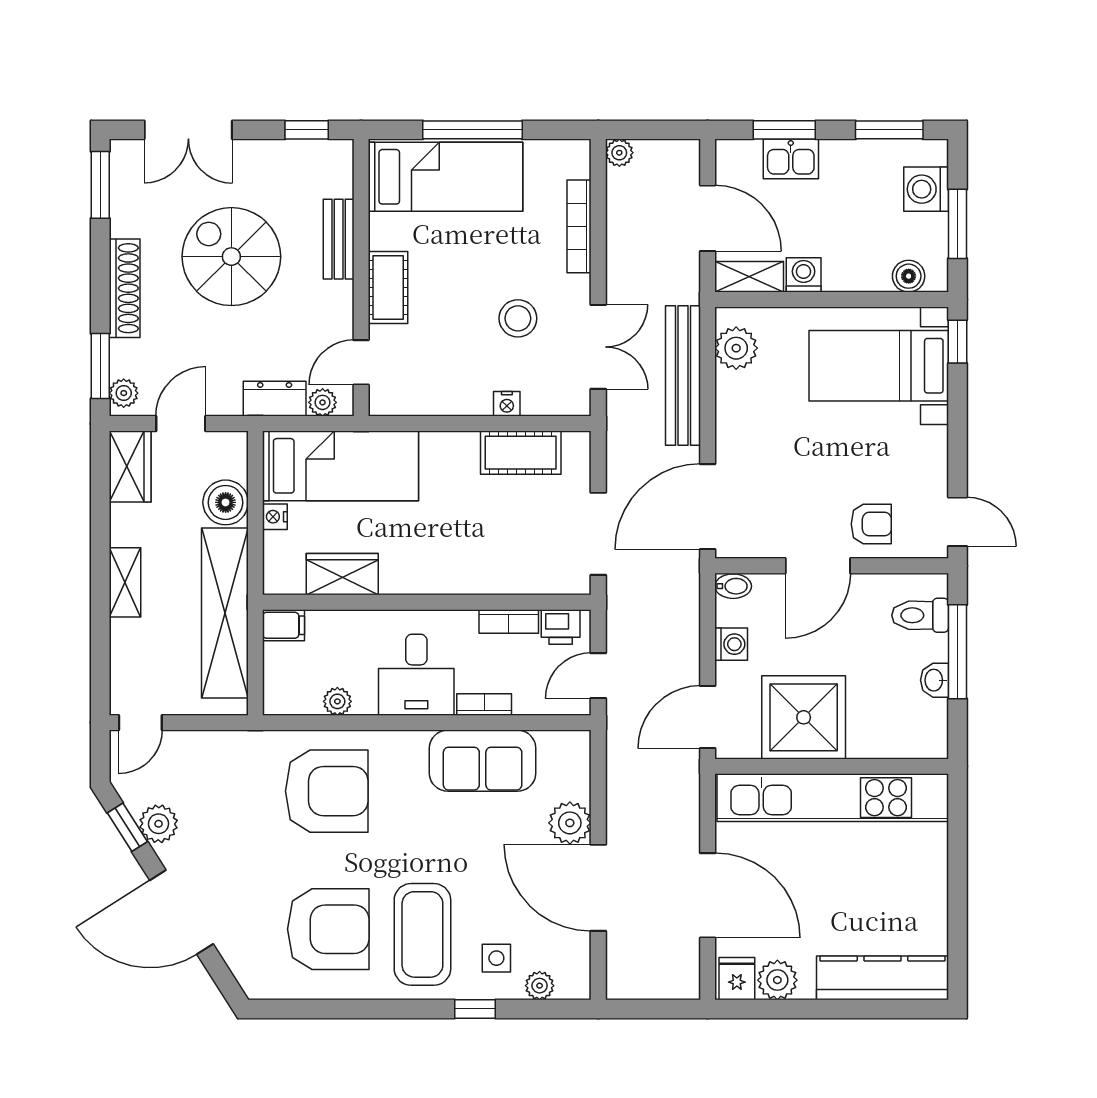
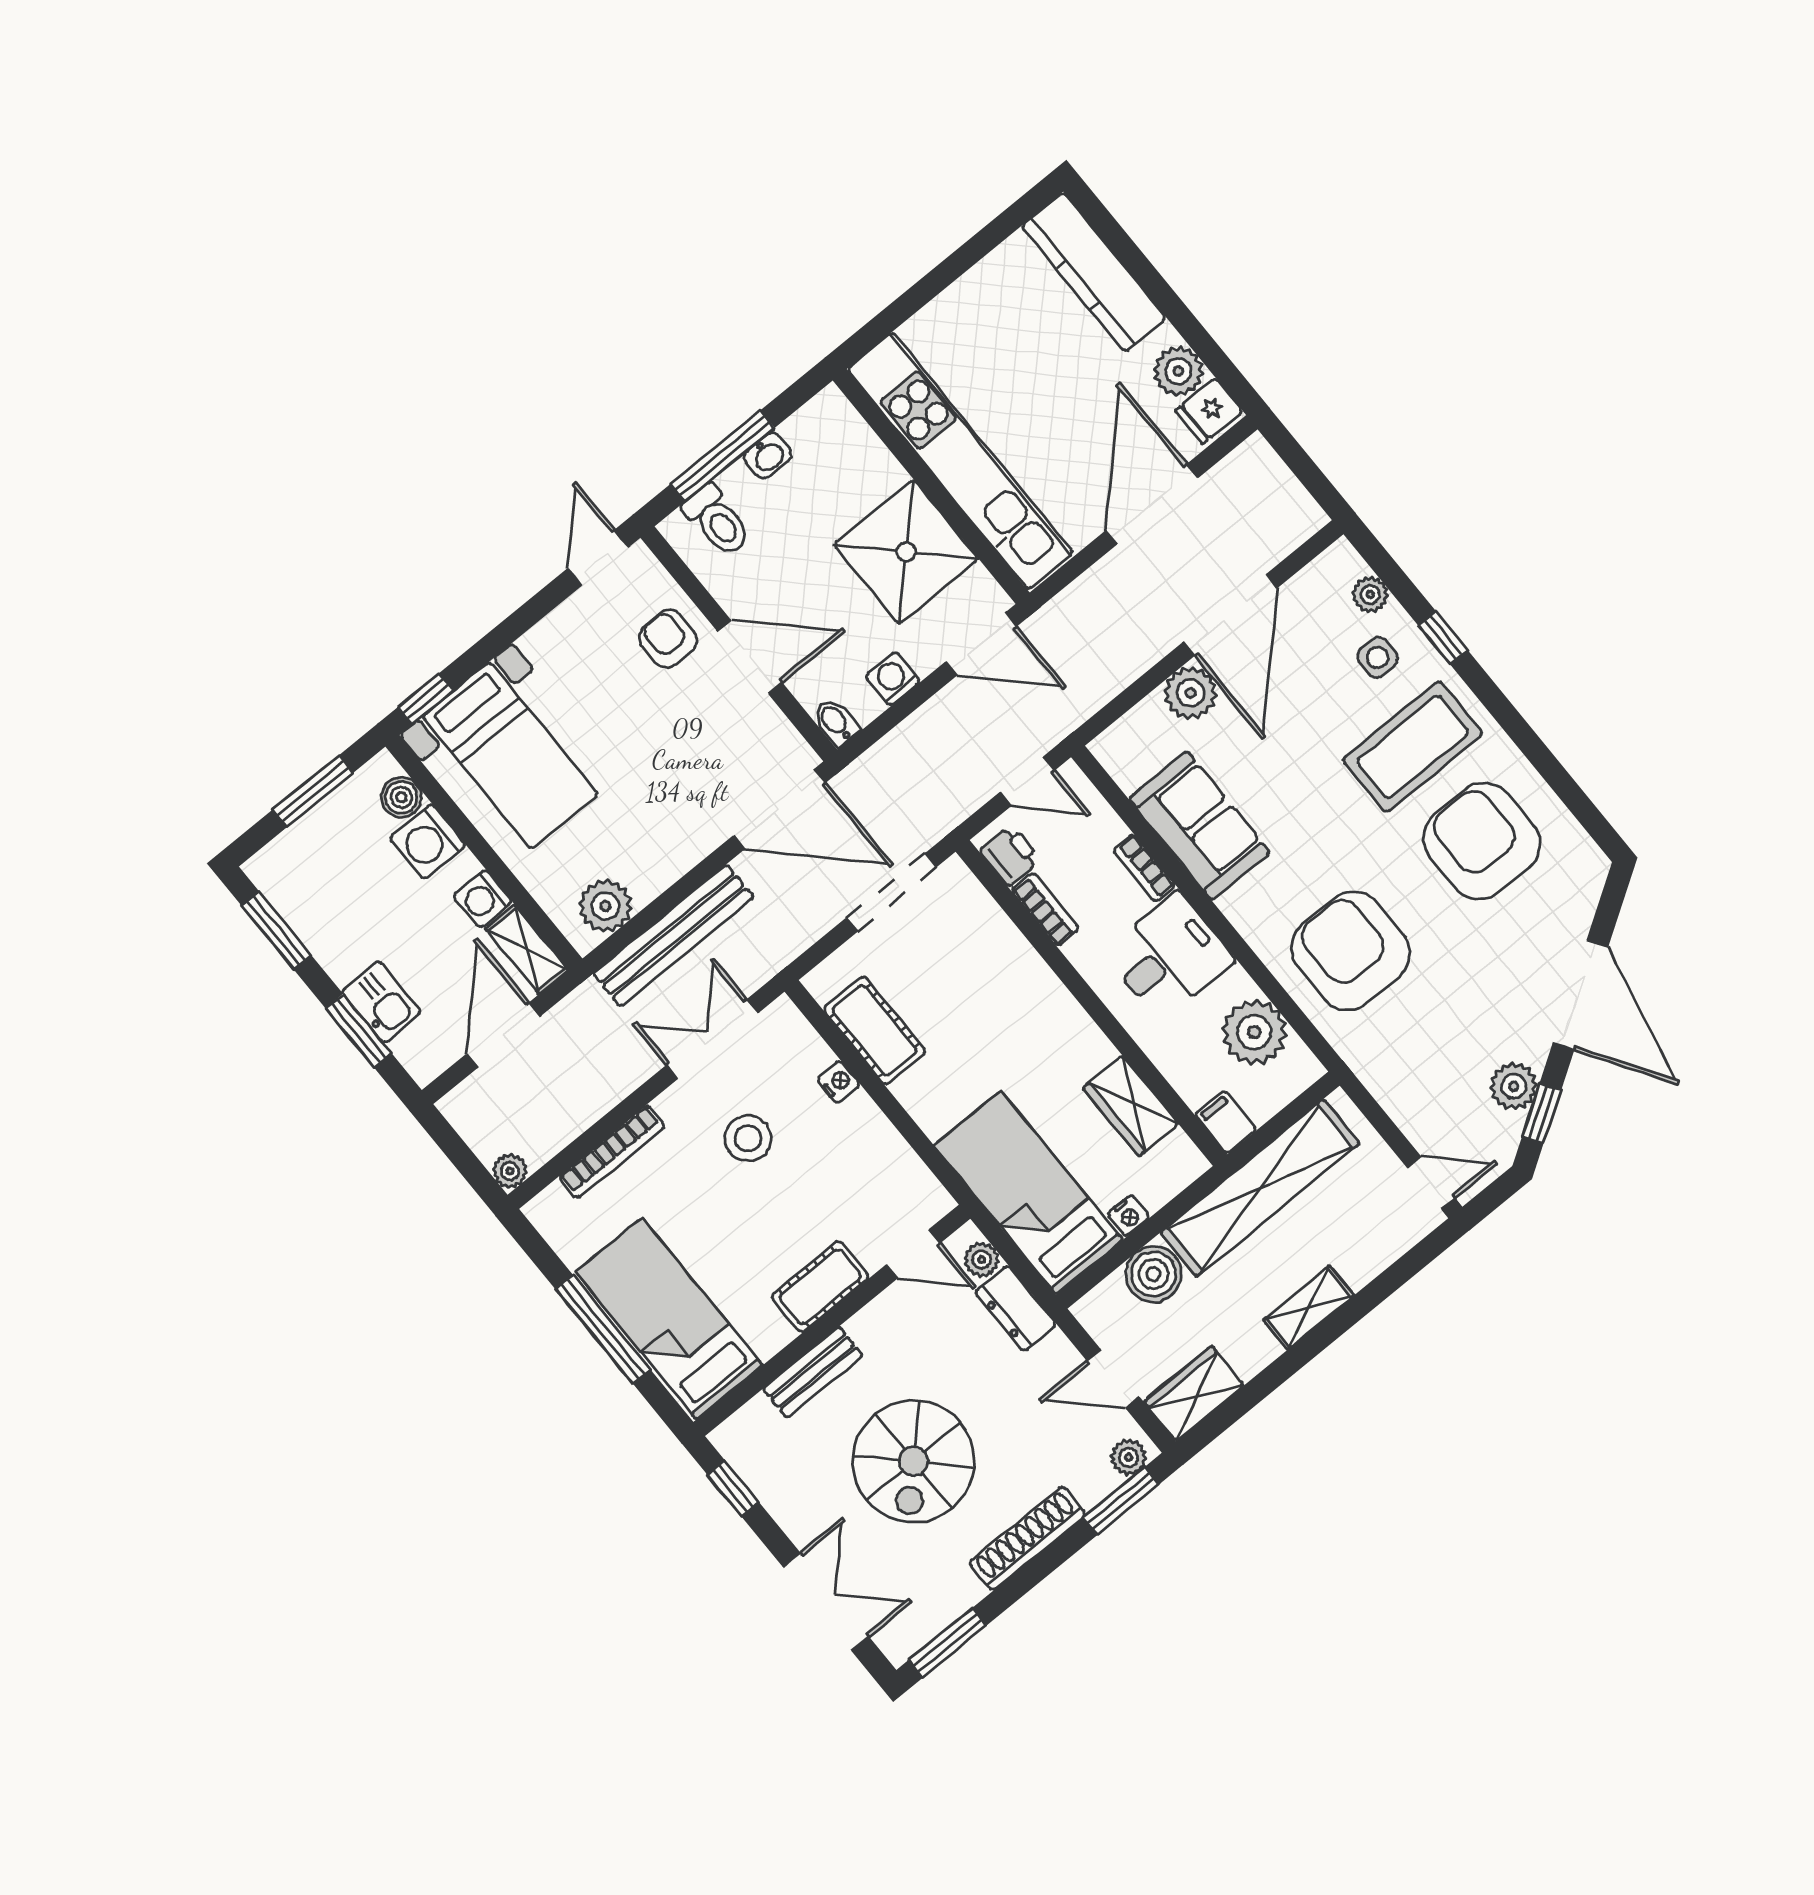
washing machine: (926, 189) -> (428, 842), moved, turned 90
plant: (337, 701) -> (1254, 1032), width x1.88, depth x1.88

